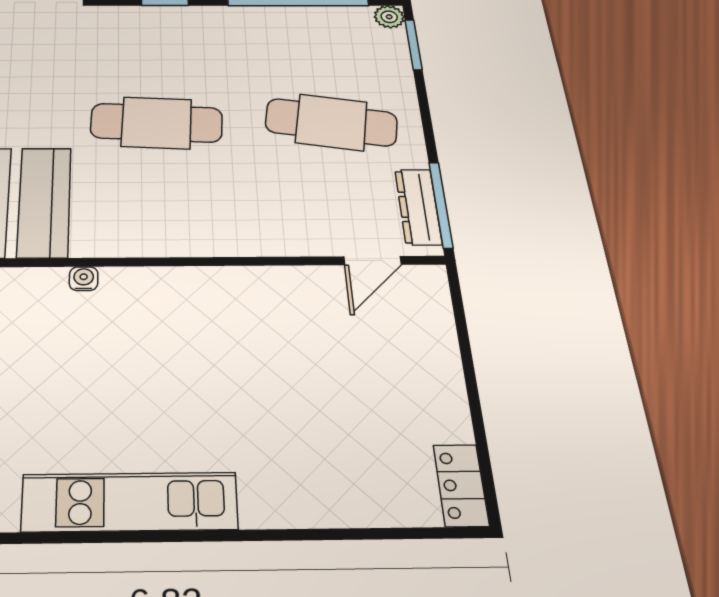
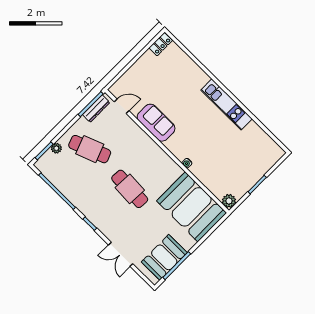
plant: (389, 17) -> (56, 148), moved
cafe table: (331, 122) -> (90, 149), turned -30
sofa: (255, 298) -> (156, 123), added

